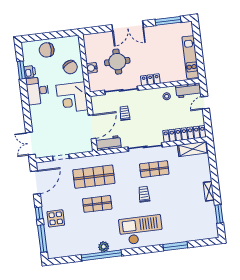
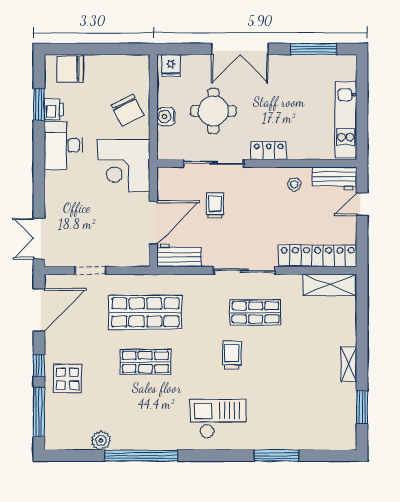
fridge: (91, 40) -> (171, 66), added
chair: (47, 50) -> (70, 69), moved
checkout: (141, 230) -> (218, 419), width x0.73, depth x0.83
plant: (104, 247) -> (101, 441), moved

